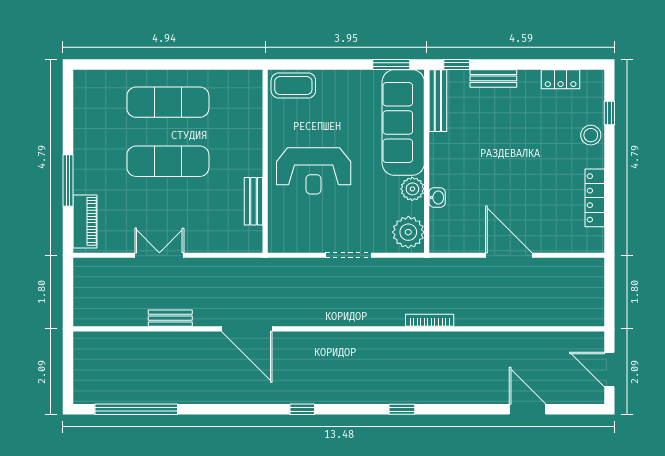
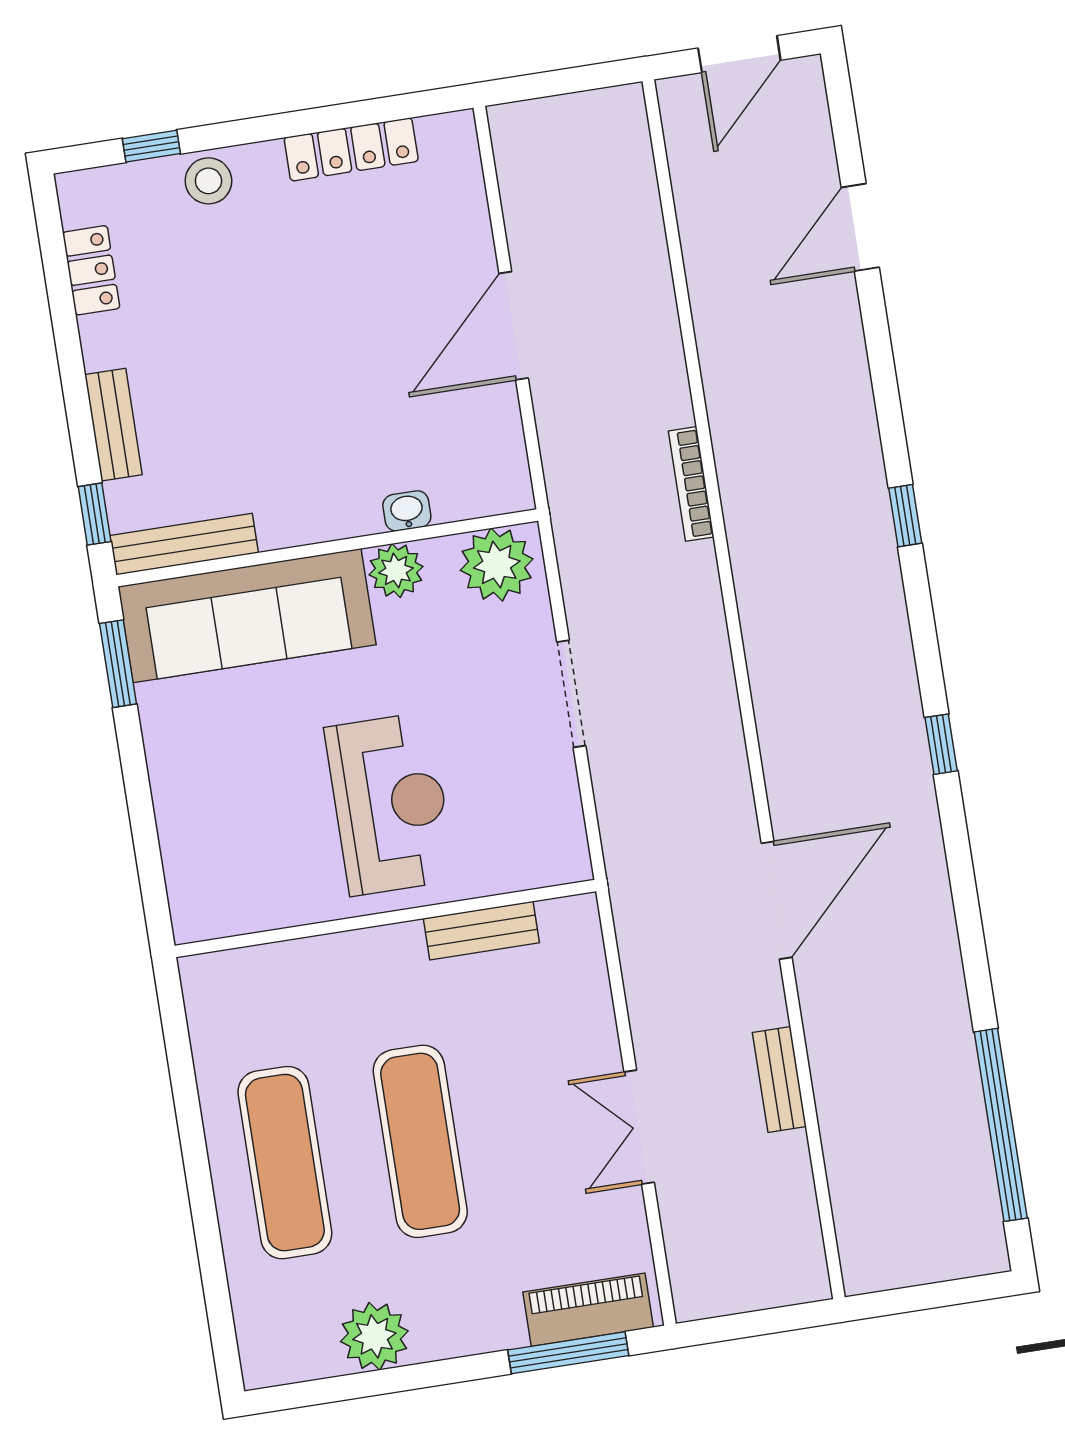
coffee table: (293, 86) -> (202, 881), removed
plant: (88, 129) -> (374, 1336), added
window: (68, 181) -> (568, 1353), moved

